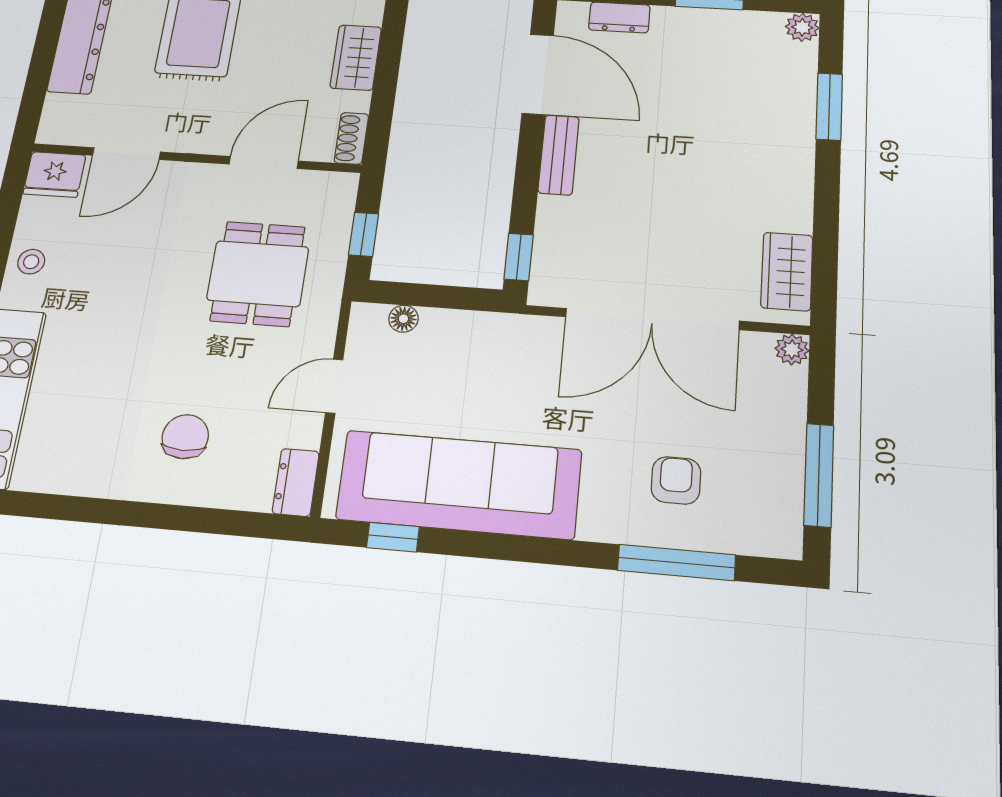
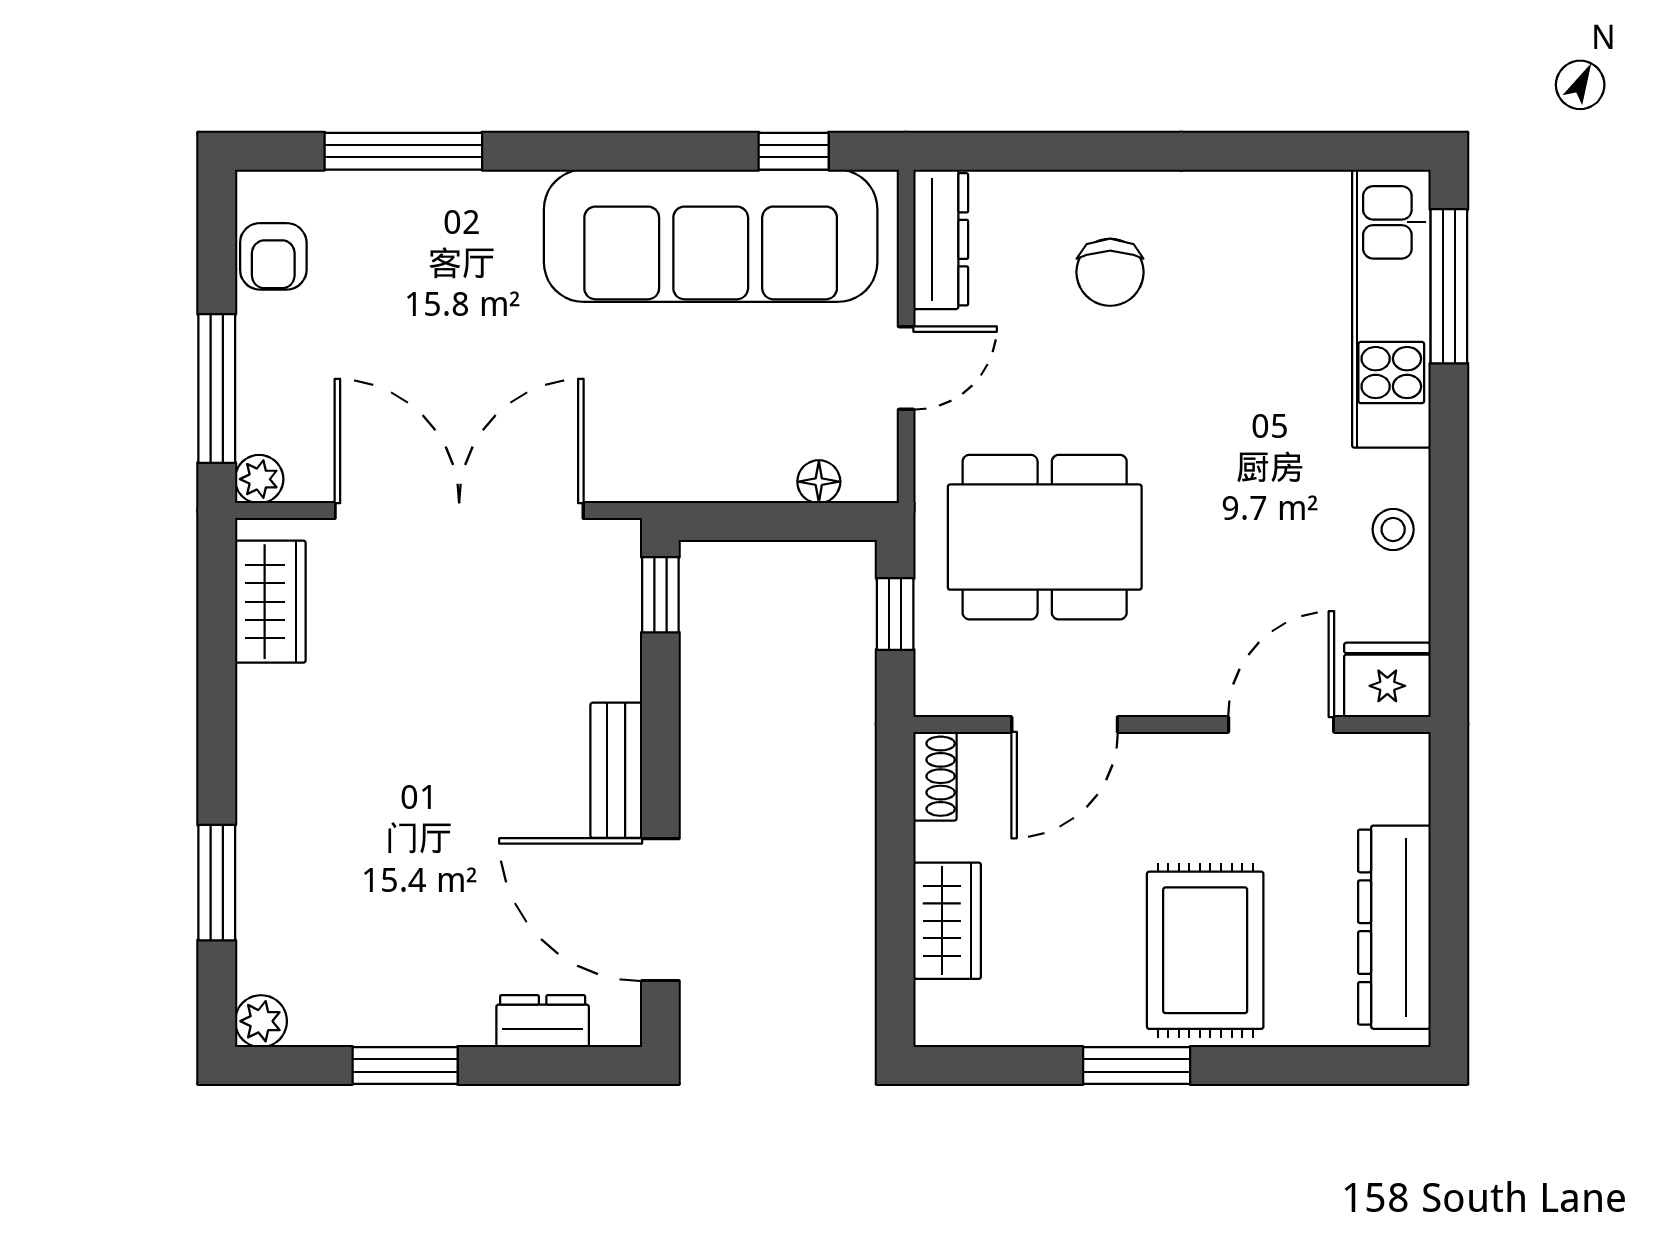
dining table: (258, 274) -> (1045, 537), width x1.38
window: (819, 475) -> (217, 388), moved
armchair: (676, 480) -> (273, 256), moved
dresser: (296, 482) -> (941, 239), width x1.44

